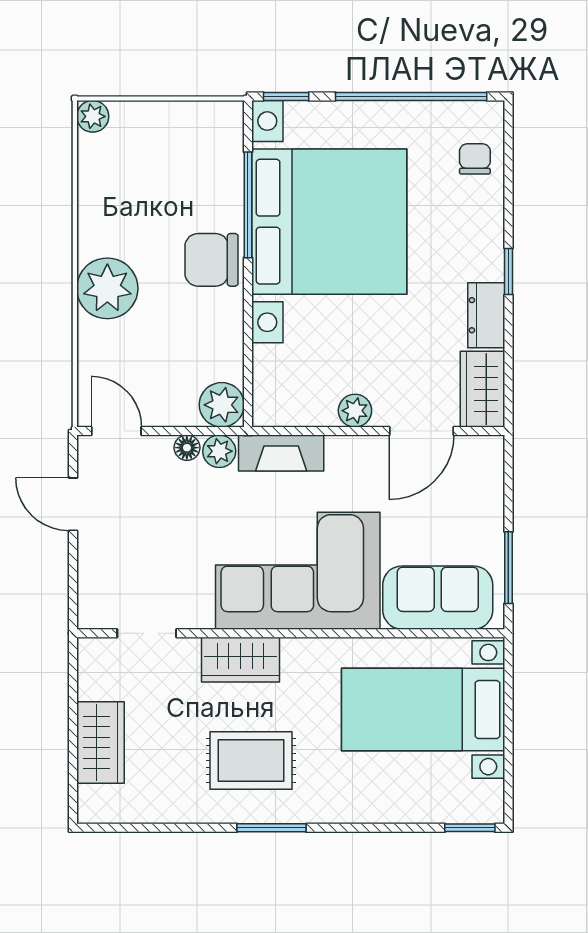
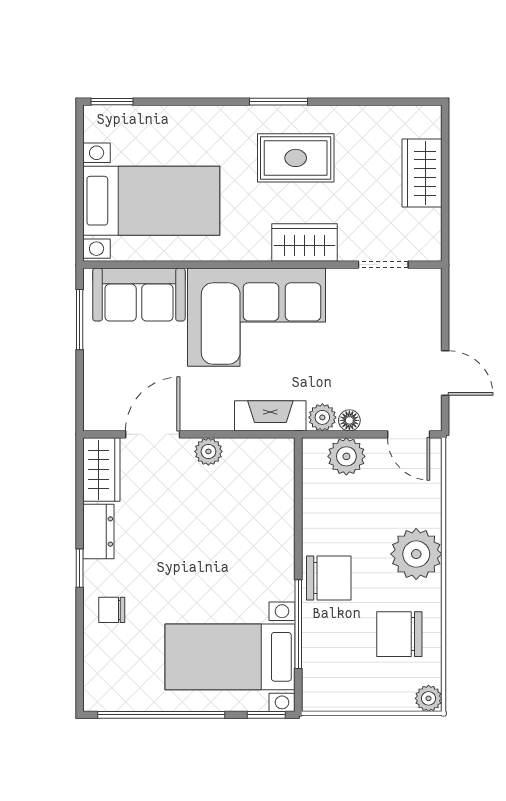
chair: (475, 159) -> (112, 610), moved, turned 90
chair: (127, 193) -> (399, 634), added
bed with nightstands: (329, 222) -> (230, 657), width x0.54
plant: (222, 405) -> (346, 456), moved

